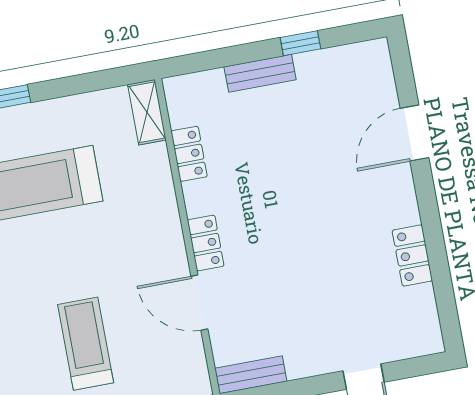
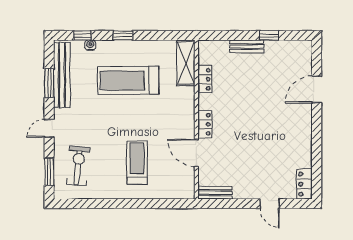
shelving: (147, 112) -> (186, 63), width x1.50, depth x1.33
locker: (412, 255) -> (305, 184), moved

